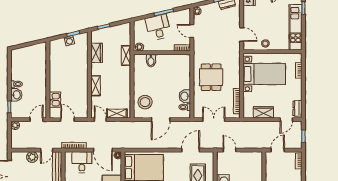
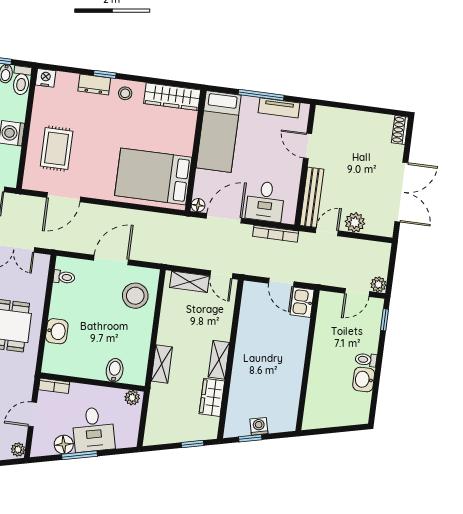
floor lamp: (173, 17) -> (64, 444), added
door: (192, 31) -> (33, 414), swing flipped
shelving: (126, 55) -> (162, 364), moved
shelving: (96, 86) -> (219, 360), moved
washbasin: (16, 95) -> (364, 379), moved
washbasin: (185, 96) -> (57, 331), moved
kitchen sink: (55, 100) -> (302, 302), moved
door: (36, 120) -> (357, 292), moved
door: (103, 150) -> (224, 218), hinge flipped

